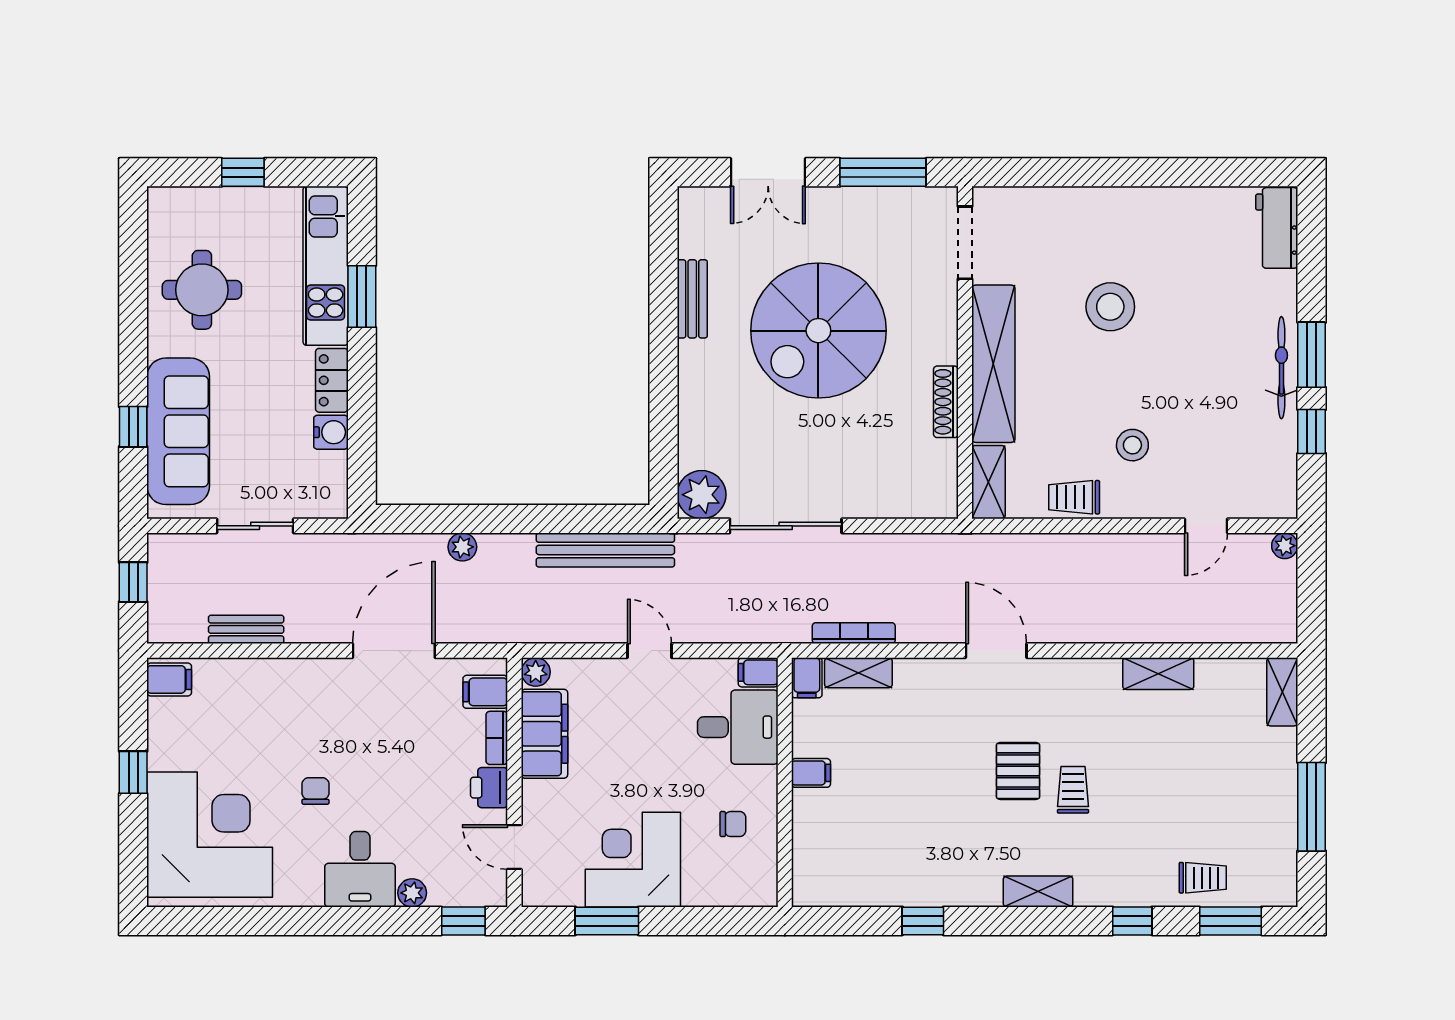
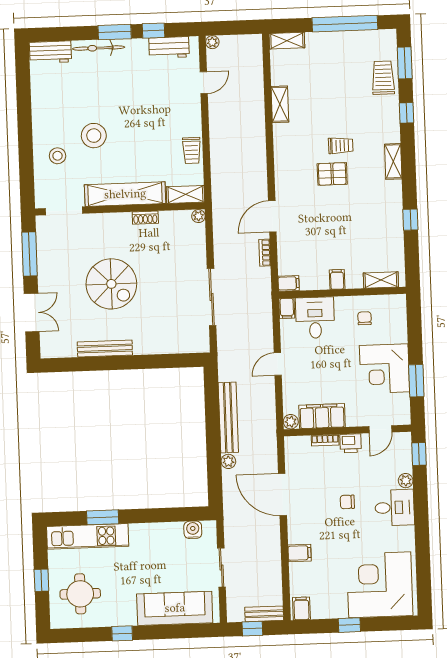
round table: (202, 290) -> (80, 594), moved
bench: (692, 299) -> (105, 349), width x1.36
spiral stairs: (818, 331) -> (111, 284), width x0.73, depth x0.73
bicycle: (1281, 368) -> (99, 48), moved
locker: (332, 380) -> (146, 531), removed
shoe rack: (946, 402) -> (145, 218), width x0.70
window: (133, 427) -> (122, 633), moved
water cooler: (331, 432) -> (193, 530), moved
stool: (1132, 445) -> (58, 156), moved
workbench: (1278, 460) -> (169, 47), added
plant: (702, 495) -> (198, 216), moved, width x0.53, depth x0.53
door: (1206, 526) -> (204, 83), hinge flipped
bench: (605, 550) -> (228, 417), moved
bench: (246, 629) -> (264, 614), moved, turned 90
bookcase: (854, 633) -> (265, 253), width x0.64
door: (996, 651) -> (272, 216), moved
shelving: (858, 673) -> (381, 280), moved, turned 90
filing cabinet: (485, 692) -> (300, 553), moved, turned -90
trolley: (1073, 790) -> (341, 146), turned 180
chair: (315, 791) -> (347, 502), moved
window: (1312, 807) -> (345, 24), width x1.46
trolley: (1203, 878) -> (383, 78), width x1.36, depth x1.39

